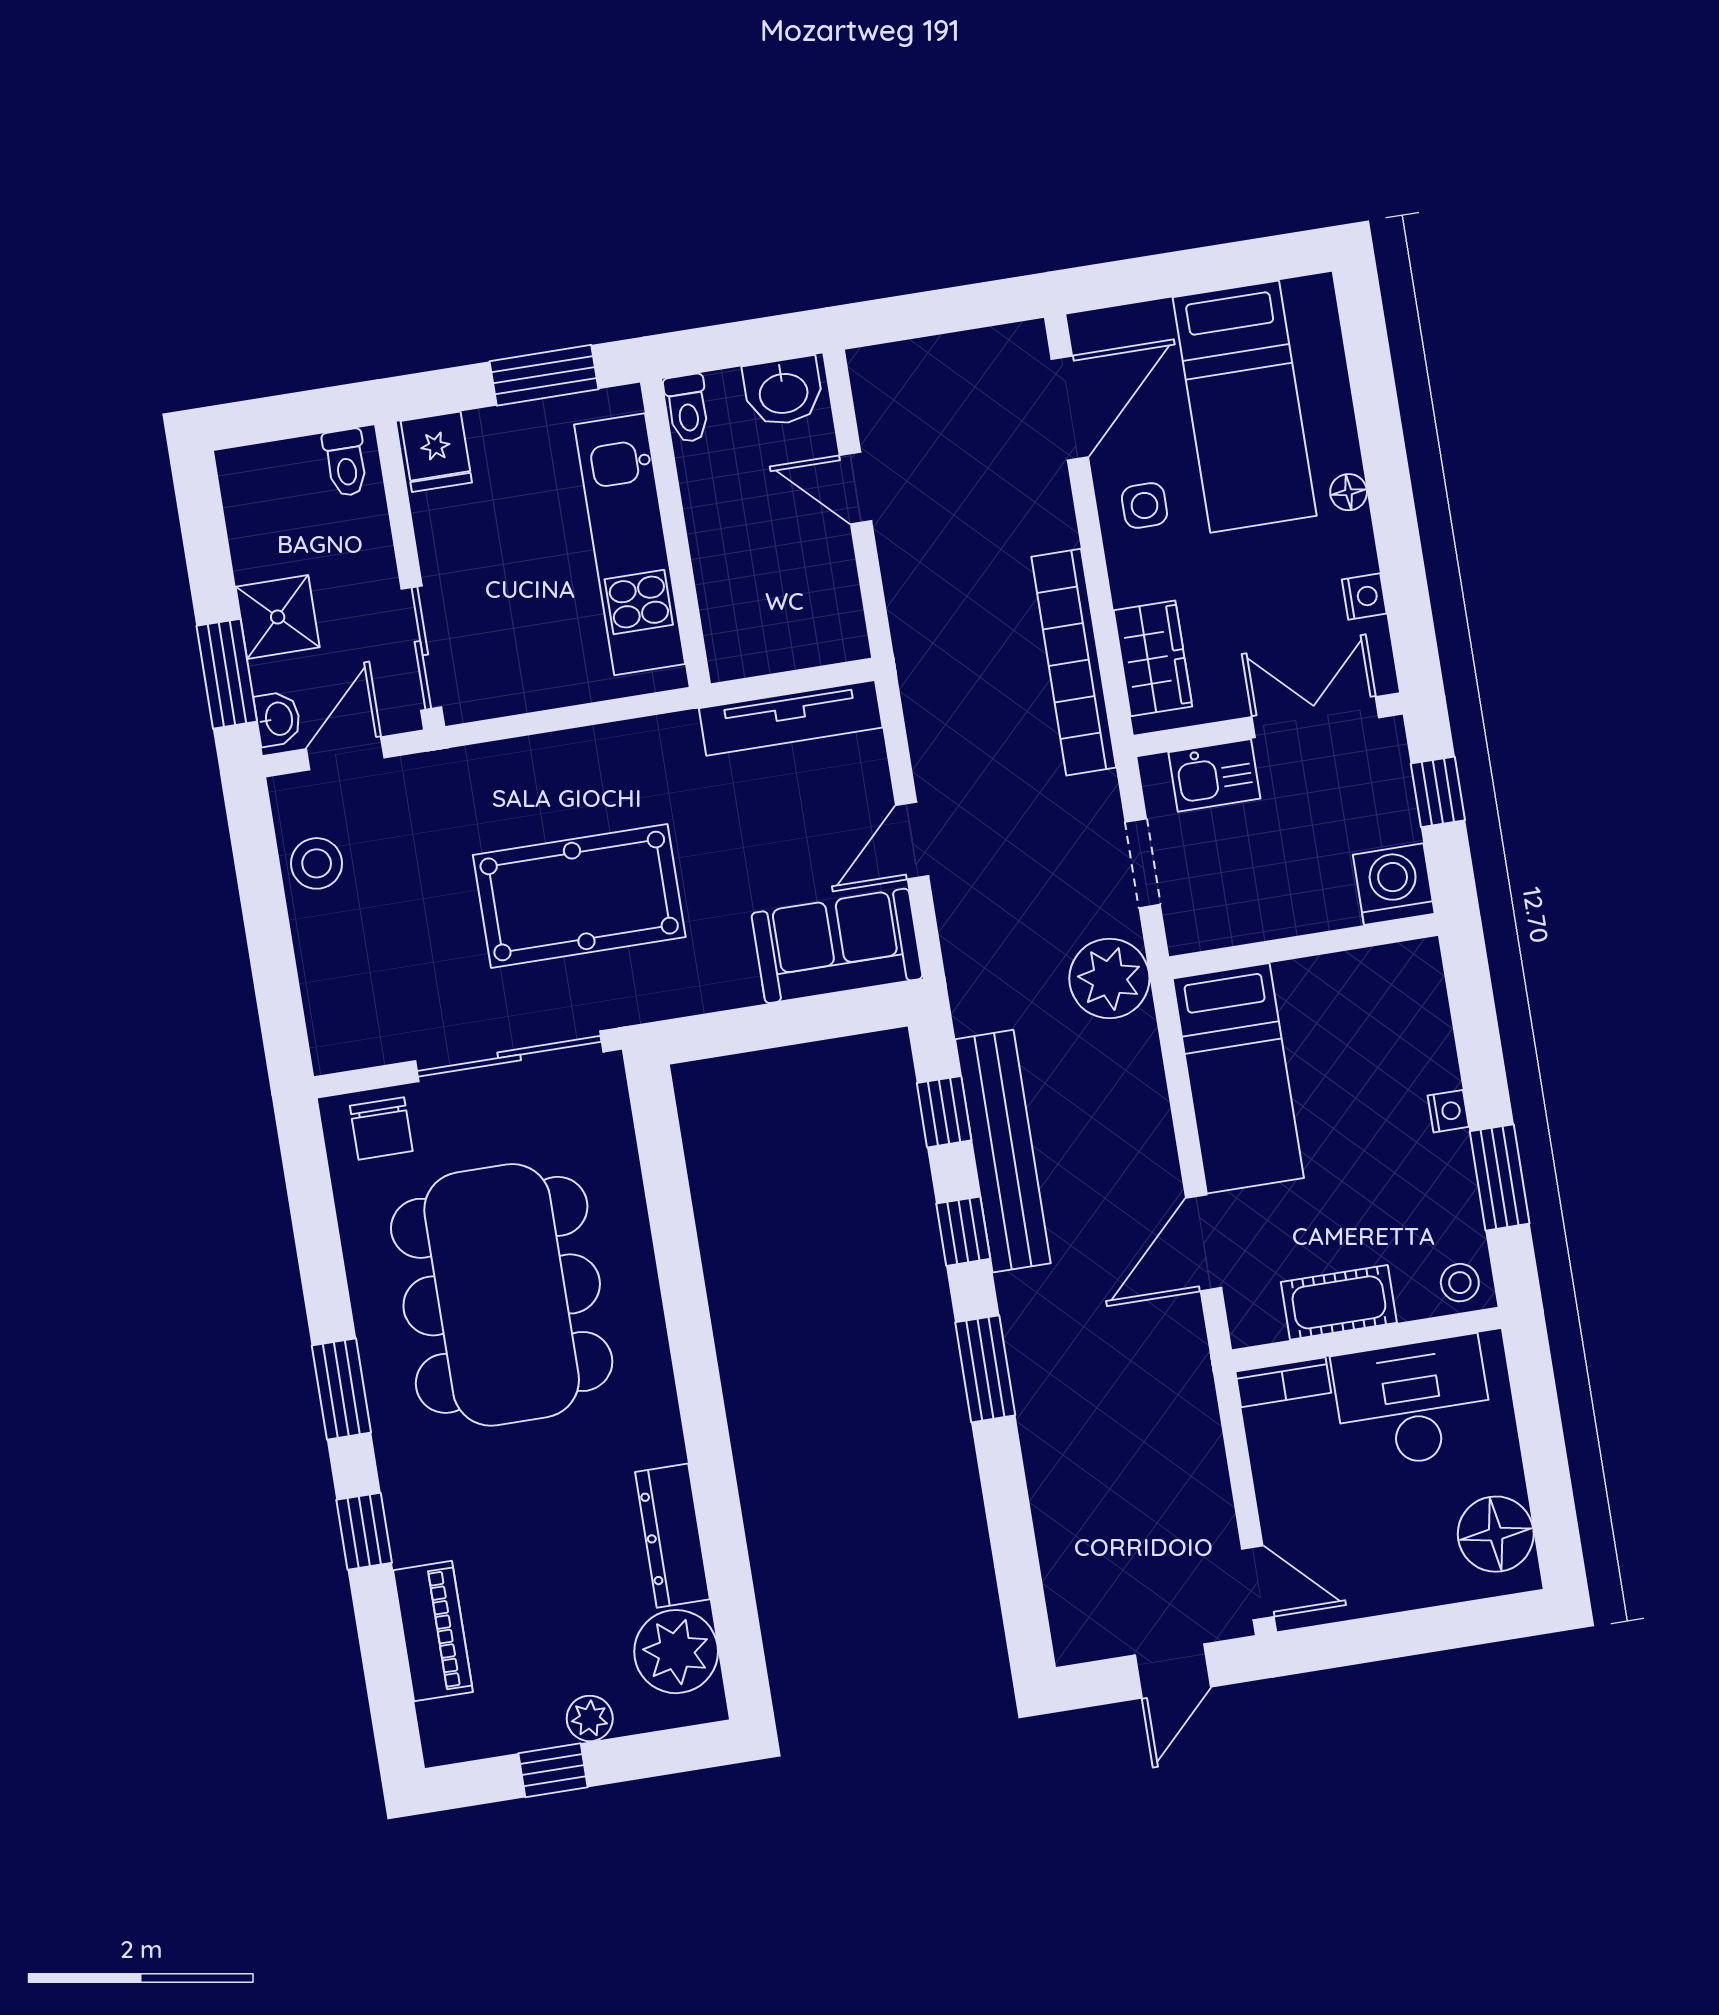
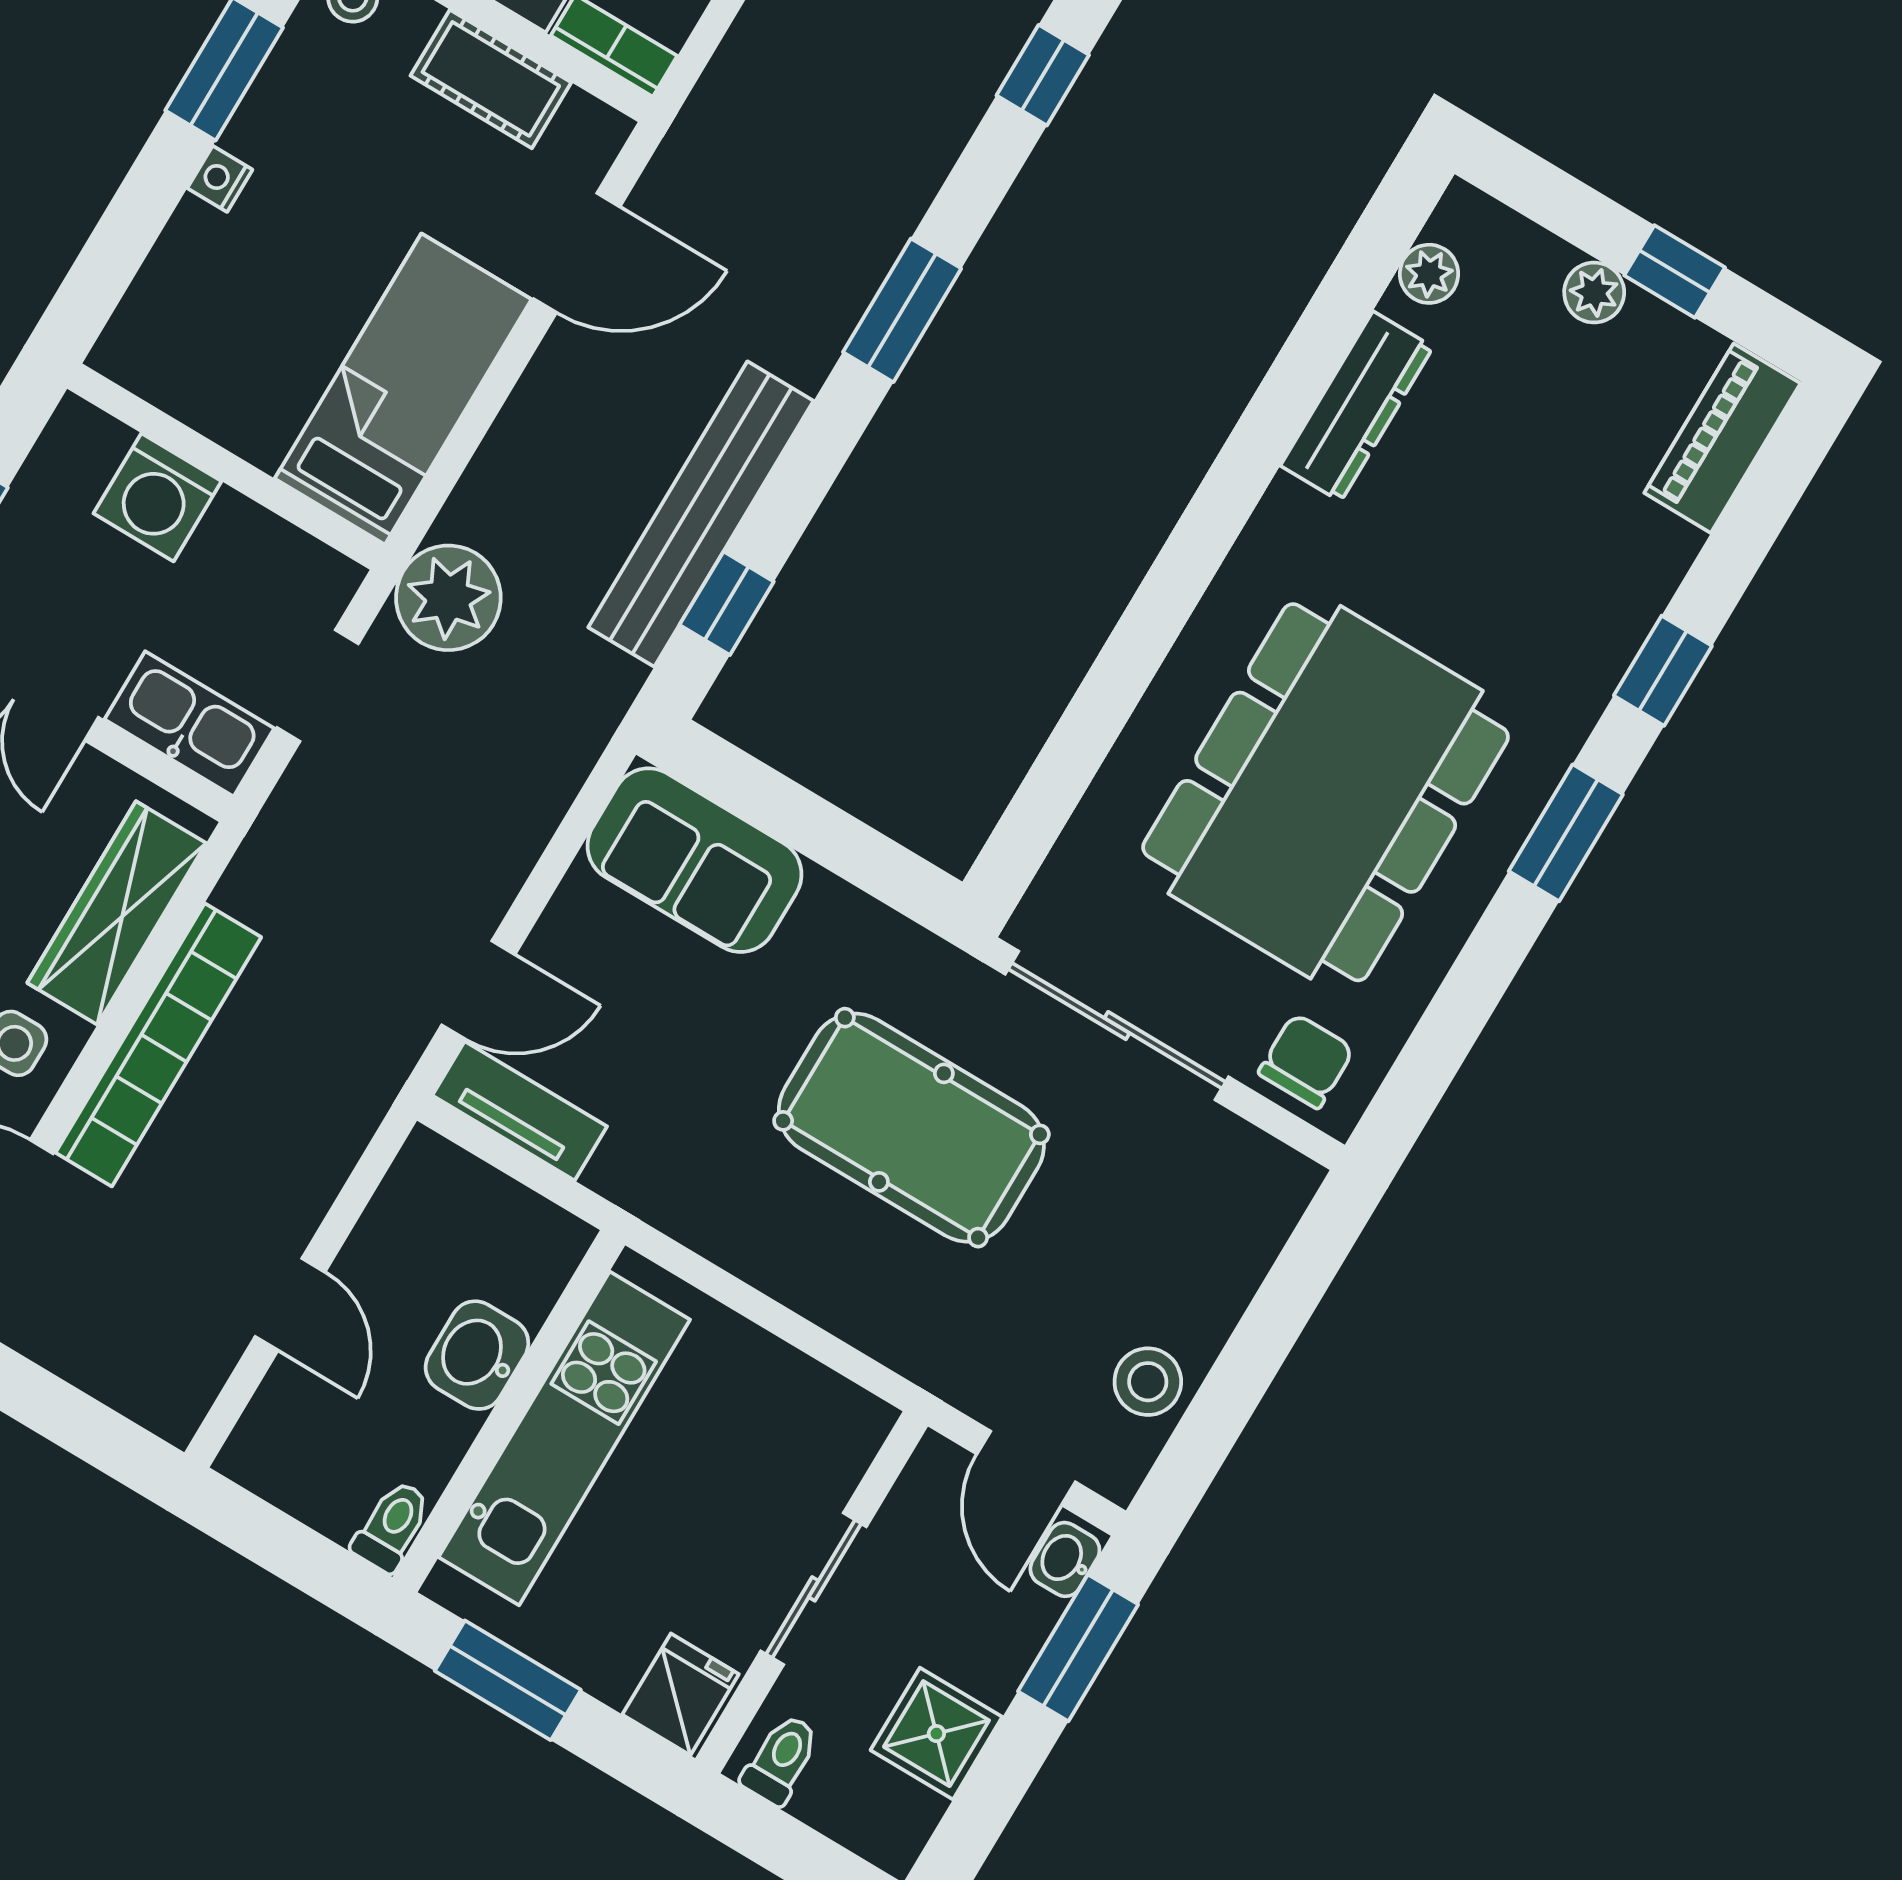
washbasin: (783, 392) -> (477, 1355), moved, turned -90
shower: (278, 617) -> (936, 1734), moved
sliding door: (421, 648) -> (814, 1589), moved
wardrobe: (1153, 658) -> (117, 913), width x1.50
bookcase: (1074, 662) -> (158, 1045), moved
tv unit: (791, 718) -> (520, 1111), width x0.71
door: (345, 753) -> (1026, 1468), hinge flipped
kitchen sink: (1214, 775) -> (189, 724), width x1.38
door: (912, 841) -> (478, 990), moved
washing machine: (1394, 884) -> (157, 497), moved
window: (963, 1231) -> (1043, 75), moved
piano: (433, 1631) -> (1722, 438), moved
plant: (676, 1652) -> (1429, 274), width x0.53, depth x0.53

